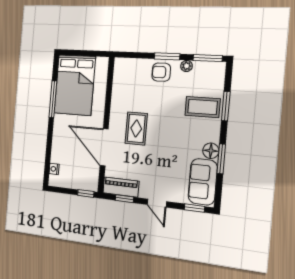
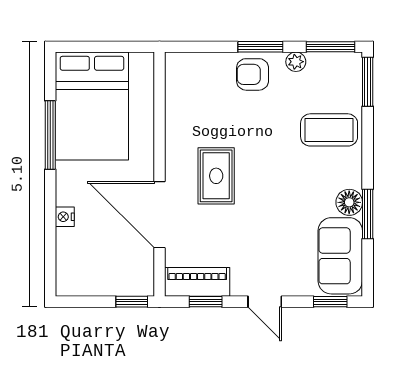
window: (226, 106) -> (368, 82), moved
nightstand: (54, 169) -> (65, 217), moved

